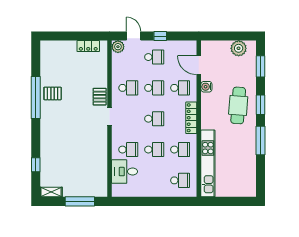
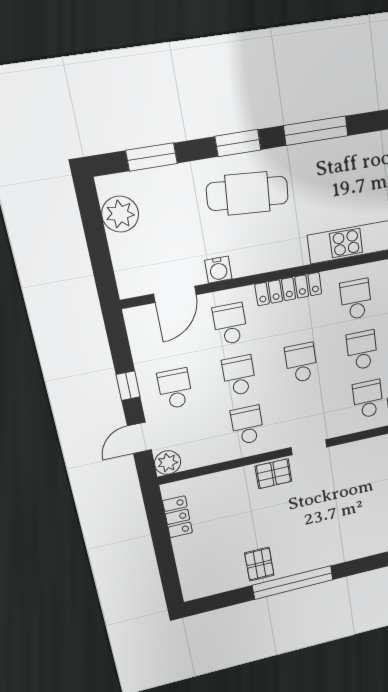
pallet: (53, 93) -> (259, 564), moved

